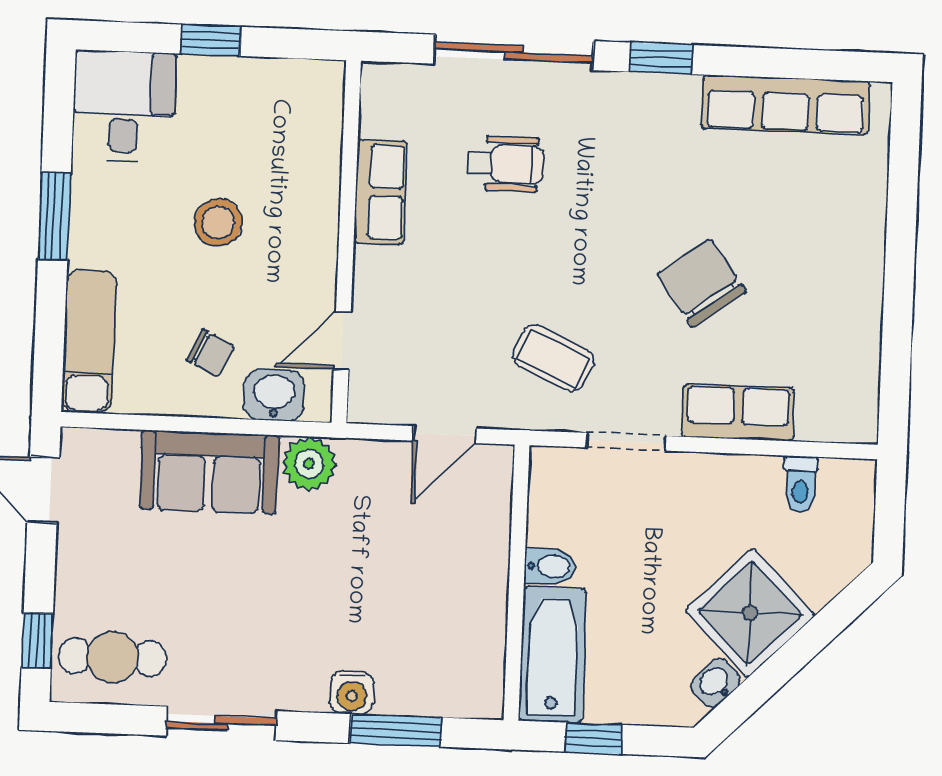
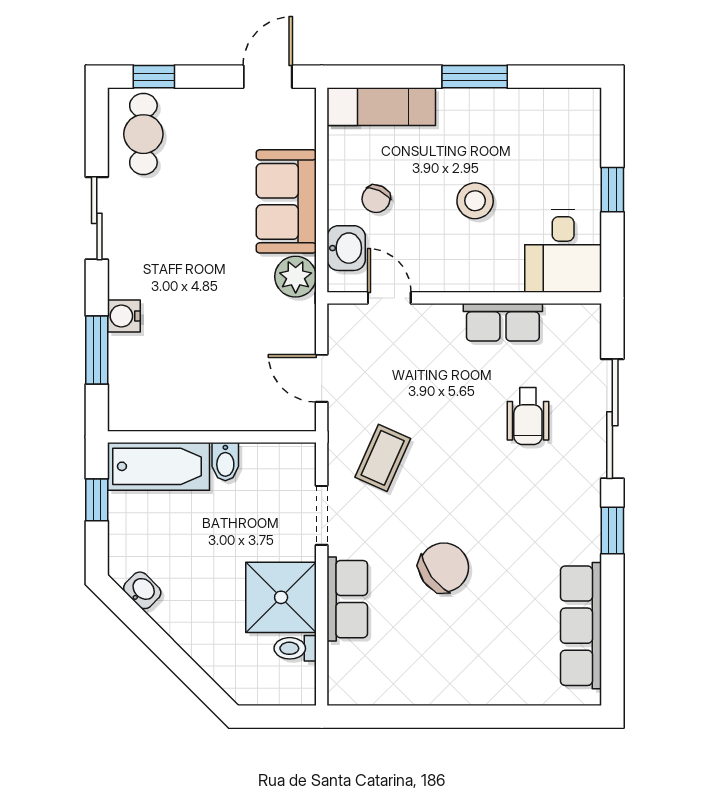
desk: (124, 106) -> (563, 251), moved, turned 90
shower: (750, 613) -> (281, 597), moved, turned 45

